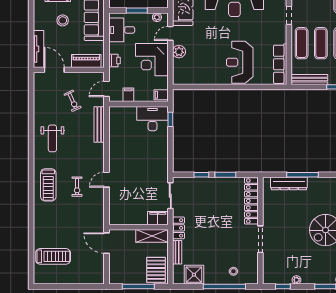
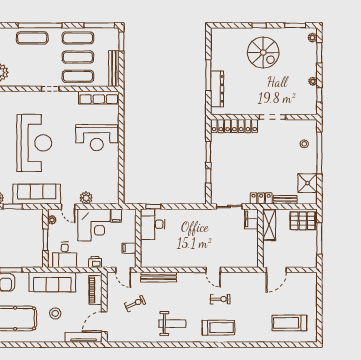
filing cabinet: (161, 95) -> (116, 216), moved
treadmill: (53, 256) -> (289, 323), turned -90

